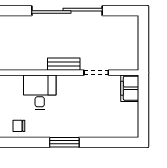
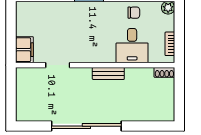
bench: (64, 64) -> (108, 73), moved
desk: (40, 92) -> (132, 46), moved

